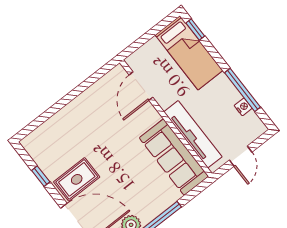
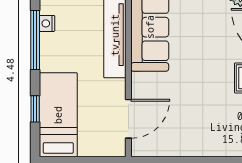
window: (195, 29) -> (35, 109), moved

